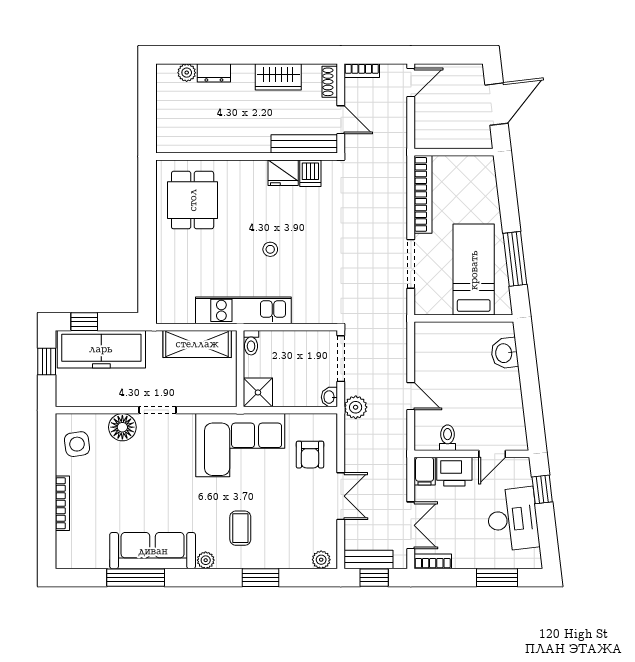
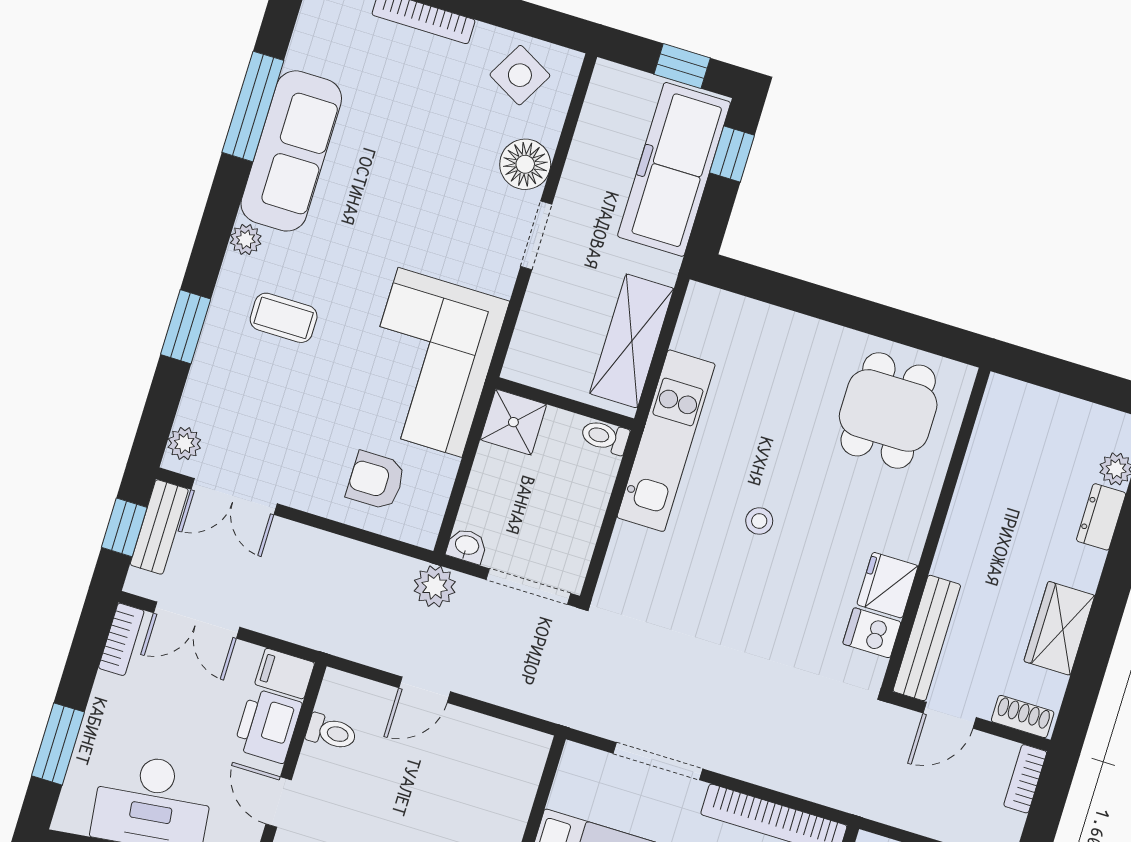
dining table: (193, 200) -> (888, 410), turned 90
side table: (77, 444) -> (520, 75), turned 37
double door: (341, 496) -> (234, 497), moved

